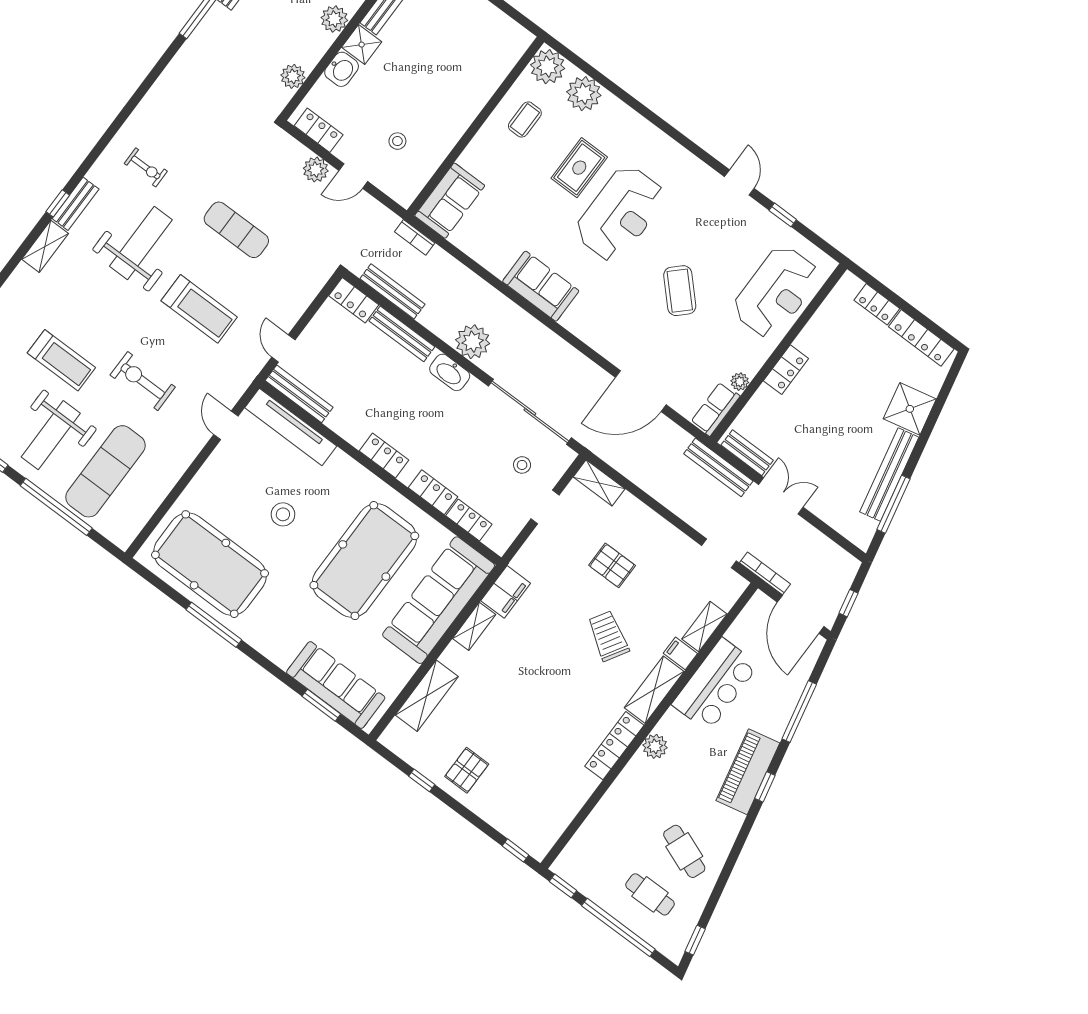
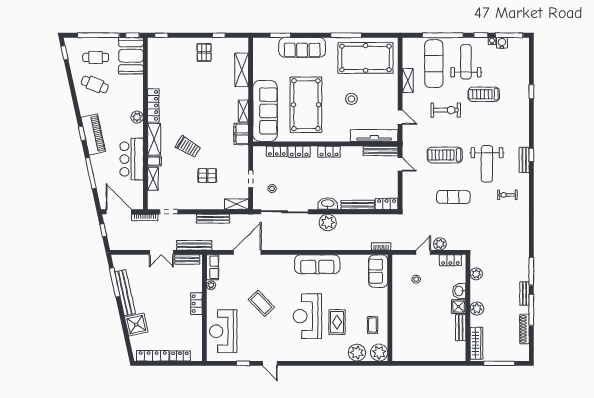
shelving: (45, 246) -> (408, 80), moved
sofa: (541, 286) -> (317, 264), width x1.36
bench: (392, 291) -> (213, 219), moved
sofa: (336, 685) -> (302, 47), moved
booth: (590, 854) -> (131, 56), added

